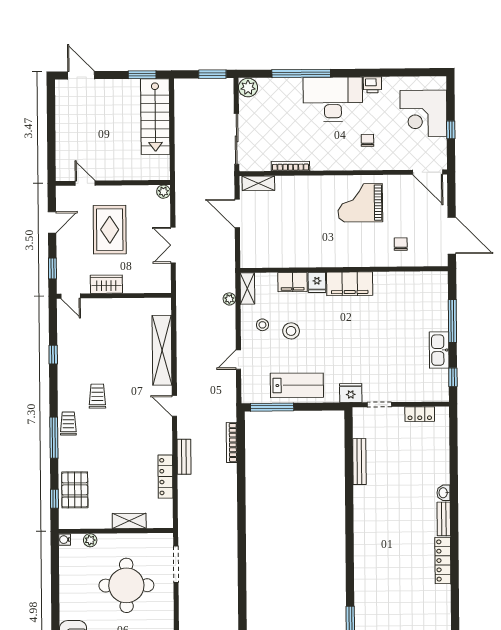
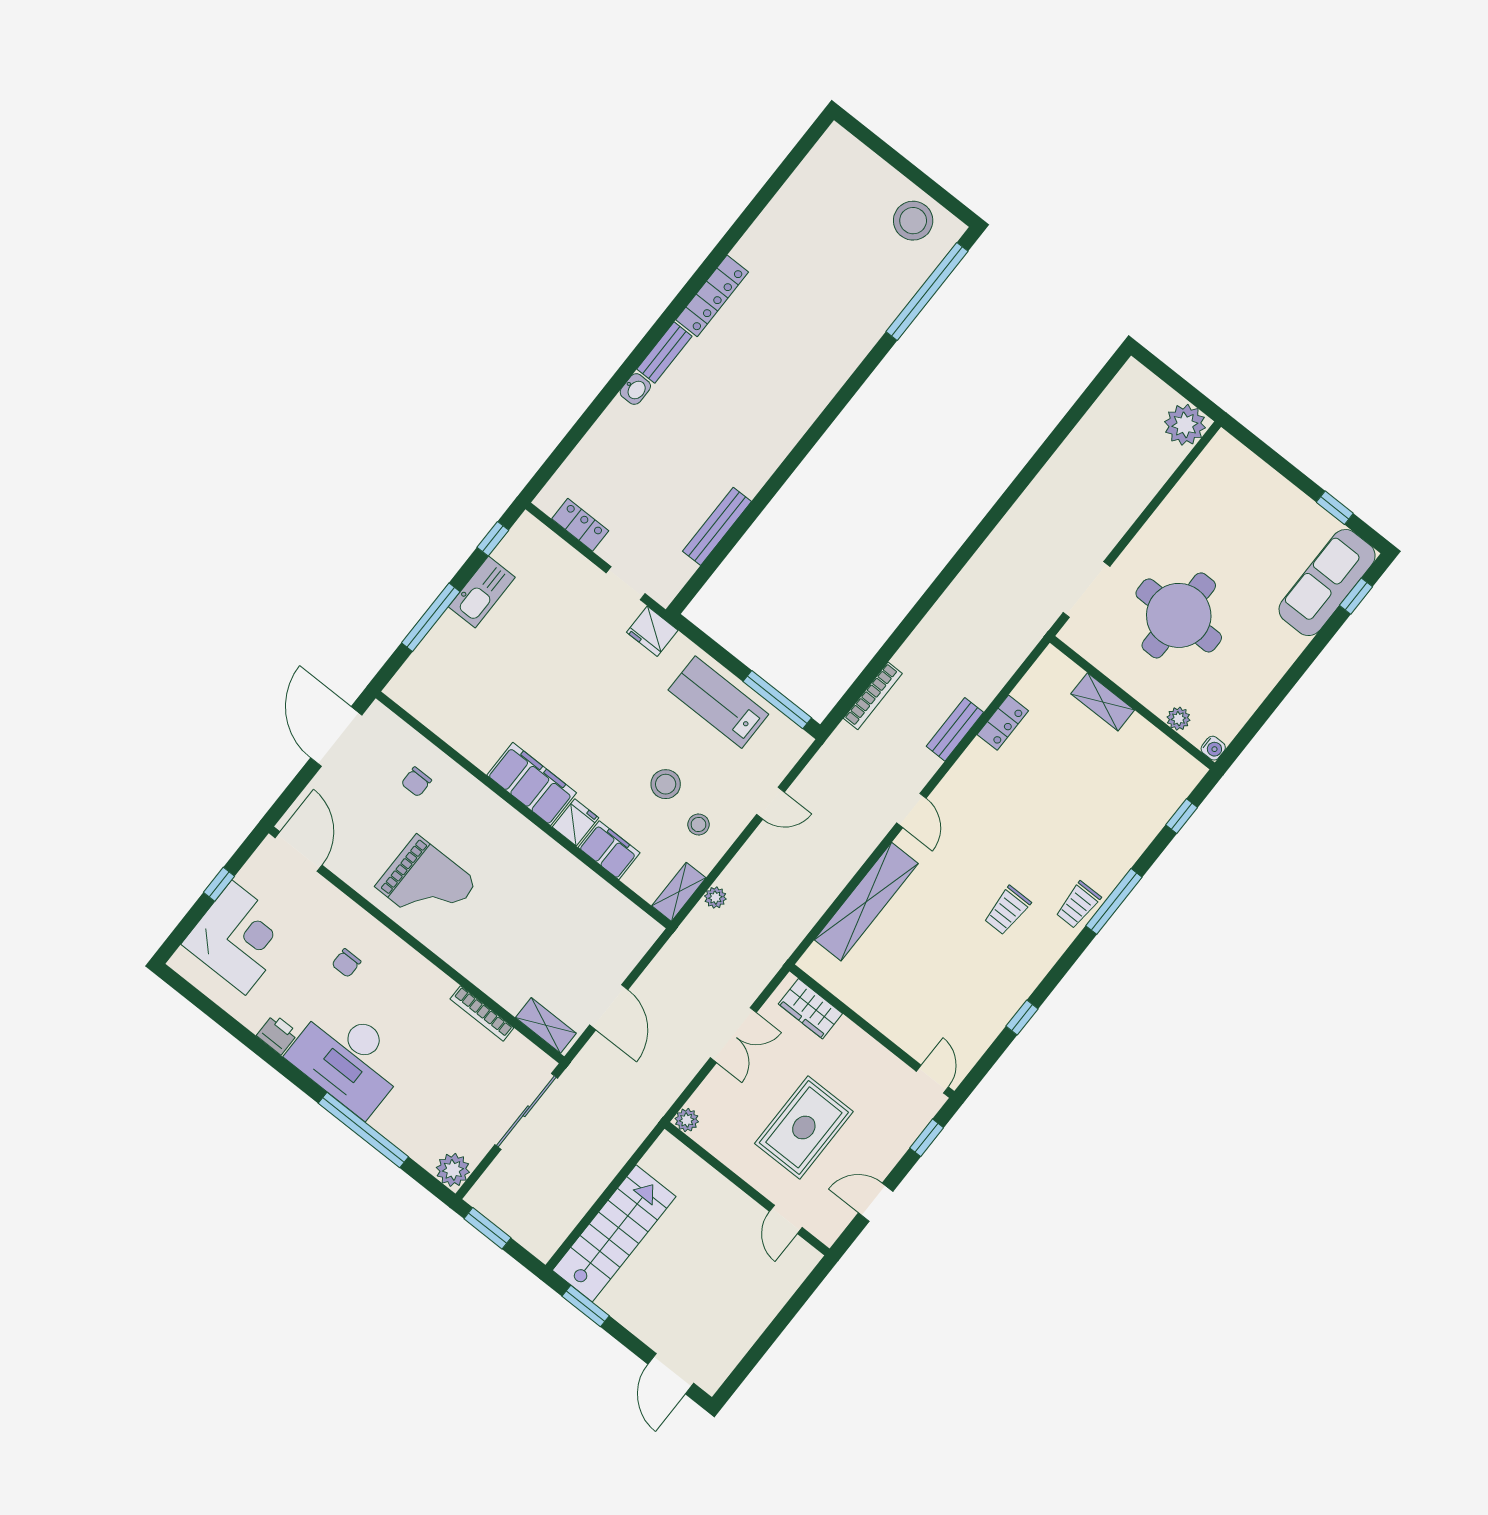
wardrobe: (106, 284) -> (810, 1009), moved
locker: (165, 477) -> (1003, 723), width x0.66
pallet: (75, 490) -> (1143, 806), removed

